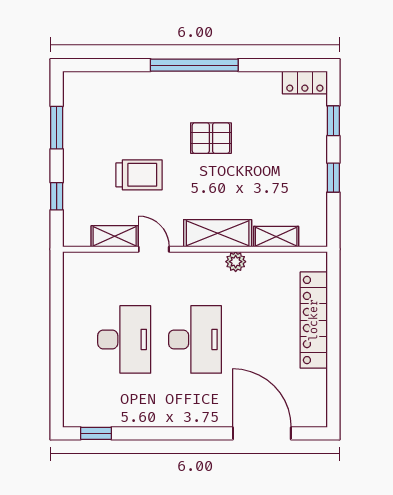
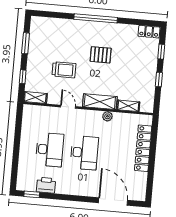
shelving: (115, 236) -> (35, 98), moved
printer: (123, 412) -> (46, 185), added

